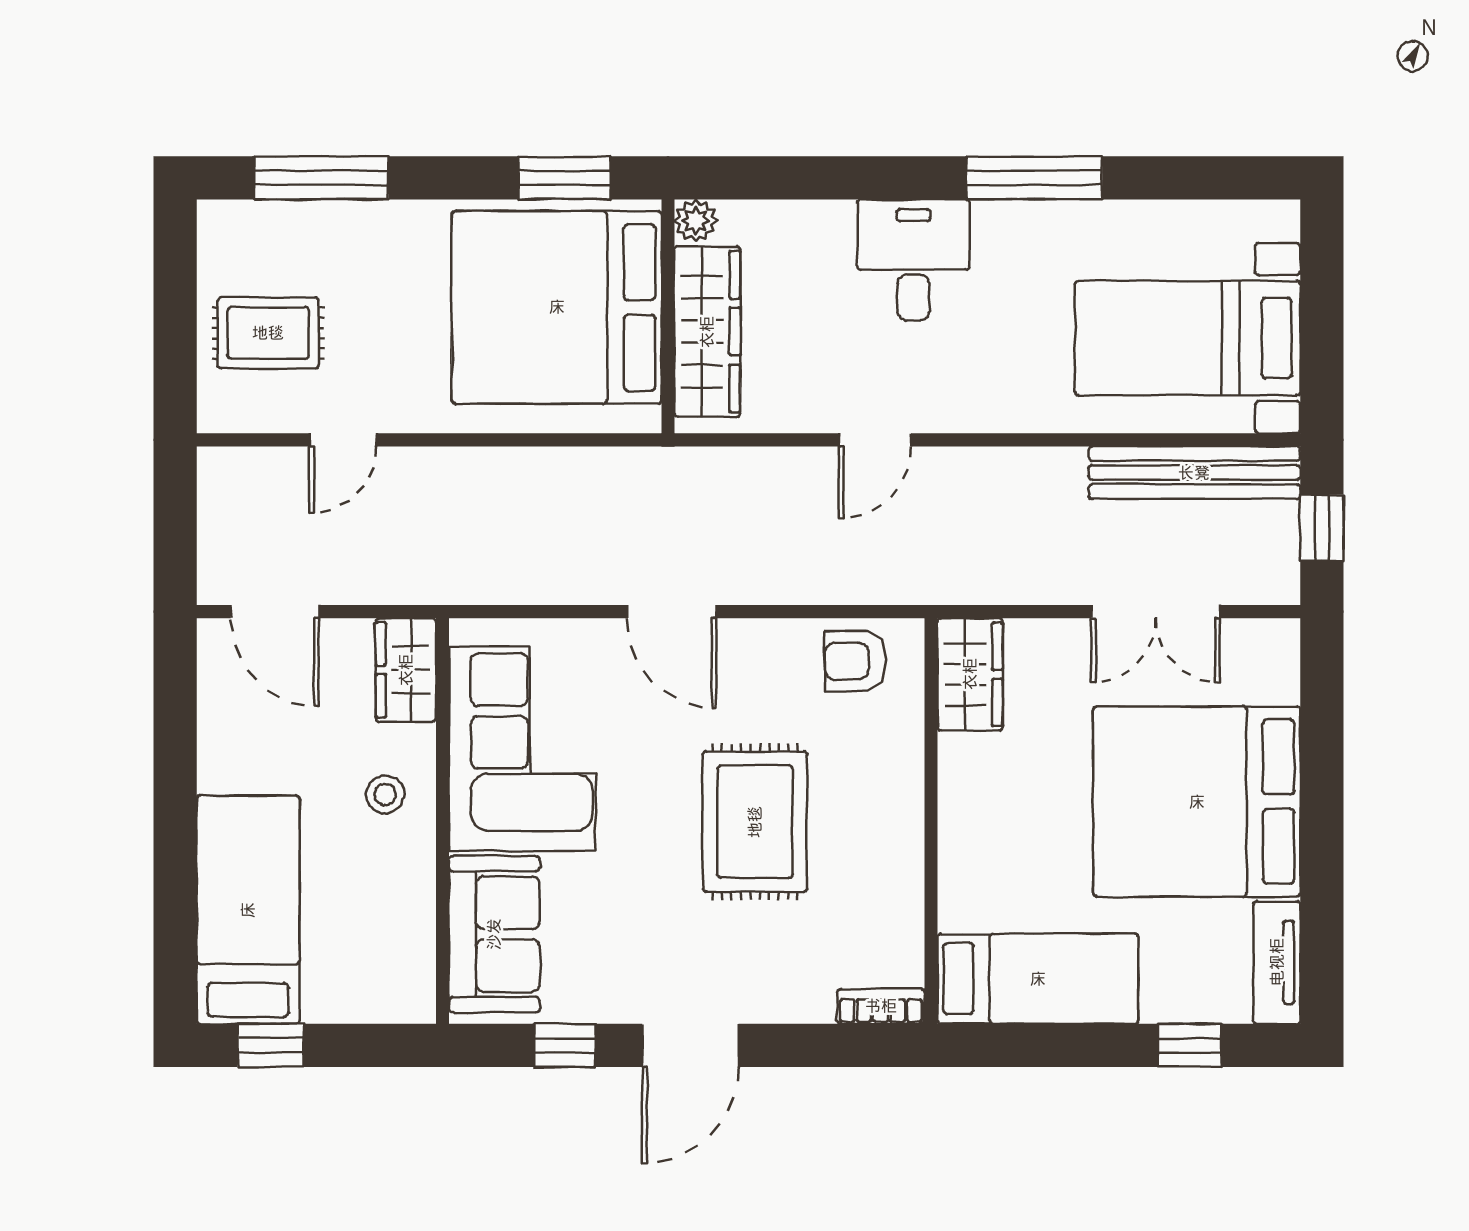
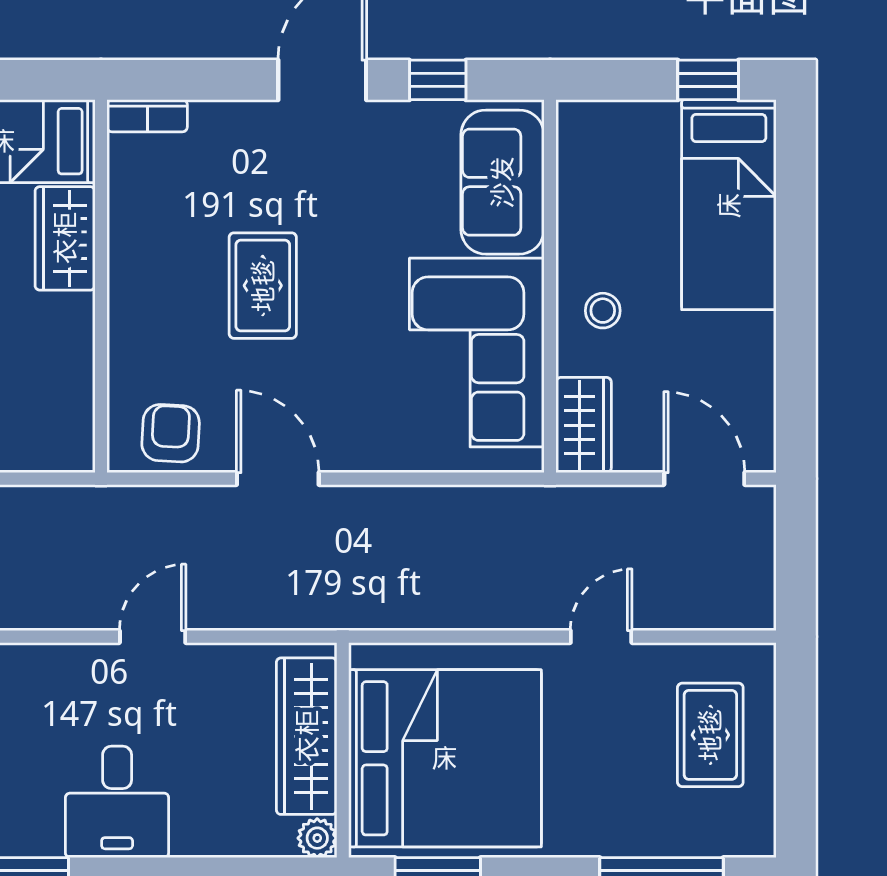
rug: (268, 333) -> (710, 735), turned 90
door: (343, 440) -> (601, 637), moved
door: (671, 612) -> (278, 479), moved
armchair: (855, 661) -> (171, 433), turned -86
wardrobe: (970, 674) -> (65, 238), moved
rug: (755, 822) -> (263, 286), width x0.73, depth x0.70

